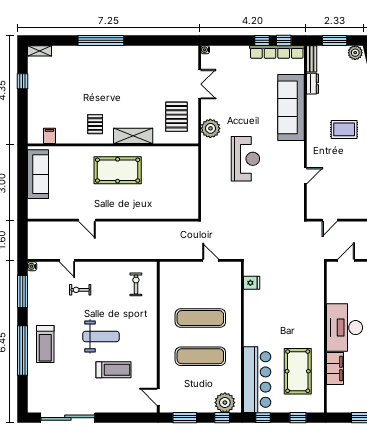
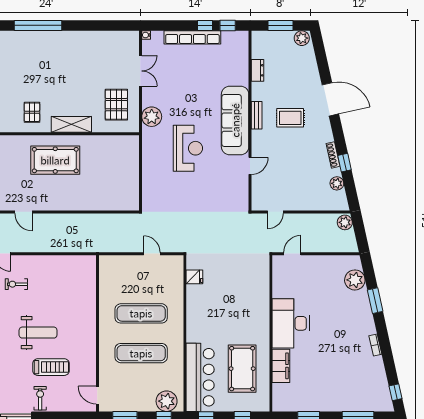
row of seats: (277, 52) -> (192, 37), moved
bench: (312, 59) -> (257, 115), moved
sofa: (291, 107) -> (235, 120), moved
exercise bike: (136, 284) -> (40, 398), moved

